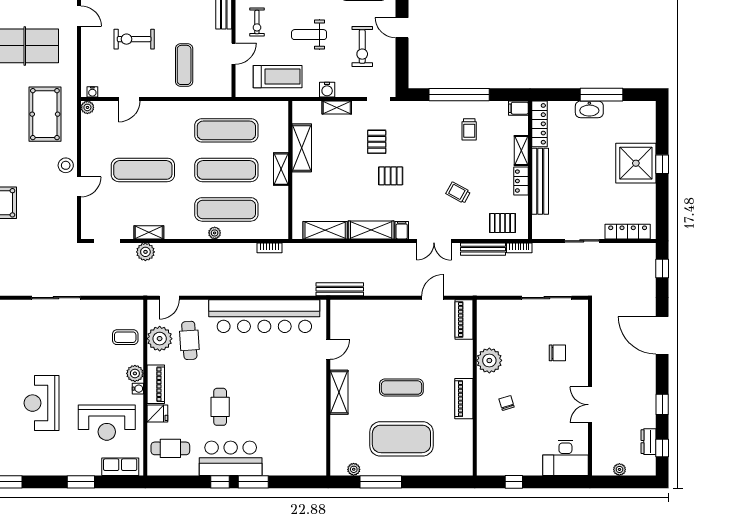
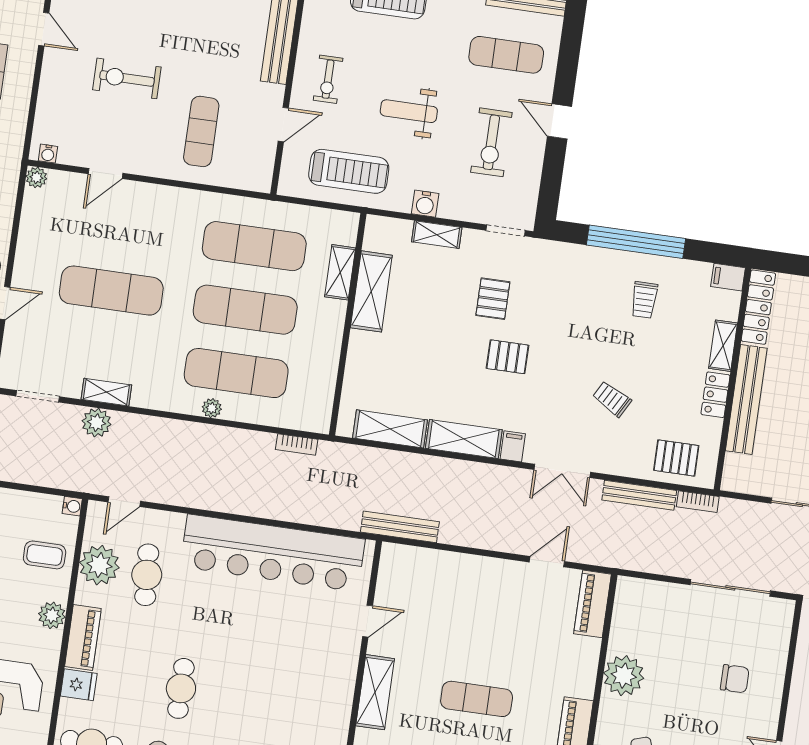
shelving: (281, 169) -> (340, 272), moved
water cooler: (138, 389) -> (72, 506), moved

